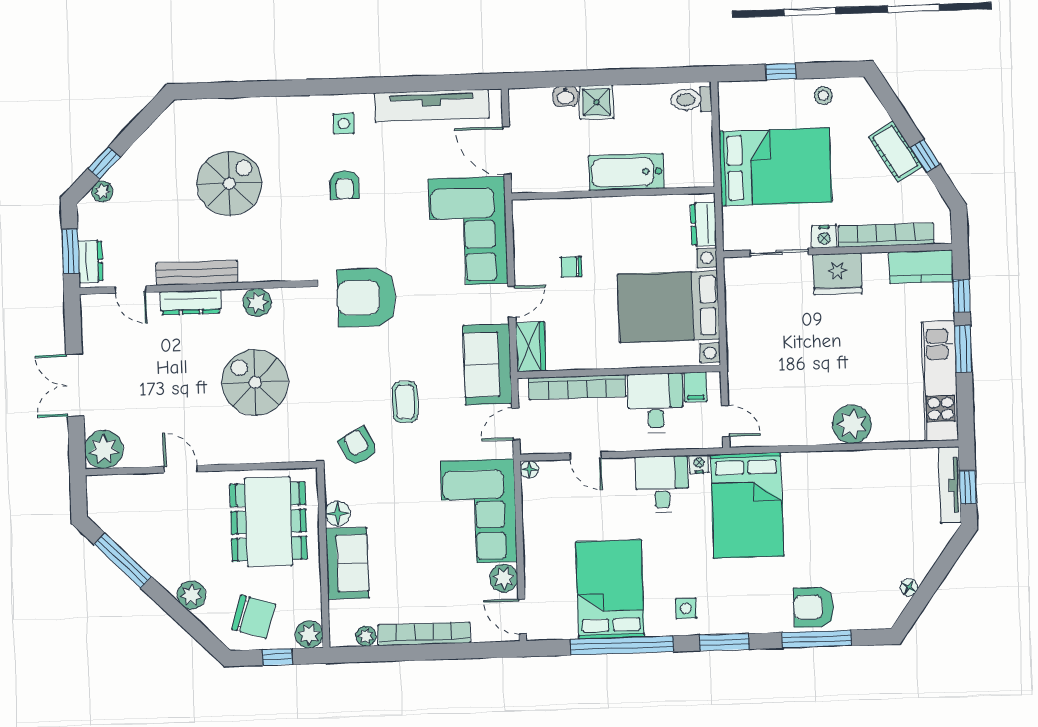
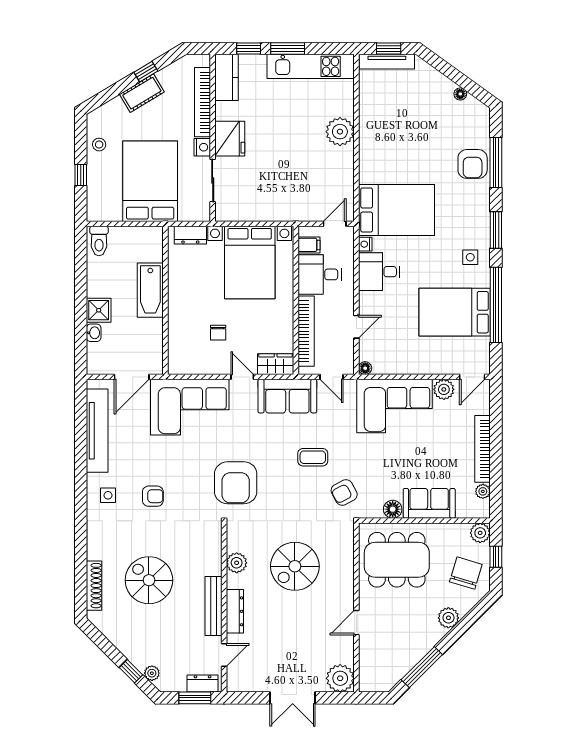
shoe rack: (219, 108) -> (94, 586), added

